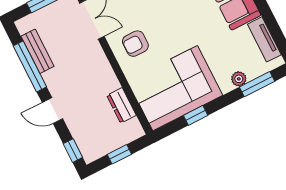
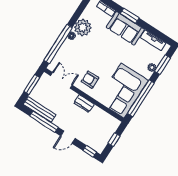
armchair: (135, 44) -> (90, 80), turned 90
bench: (37, 51) -> (40, 109), width x1.36
dresser: (121, 105) -> (84, 104), moved
window: (196, 115) -> (141, 98), width x3.17

